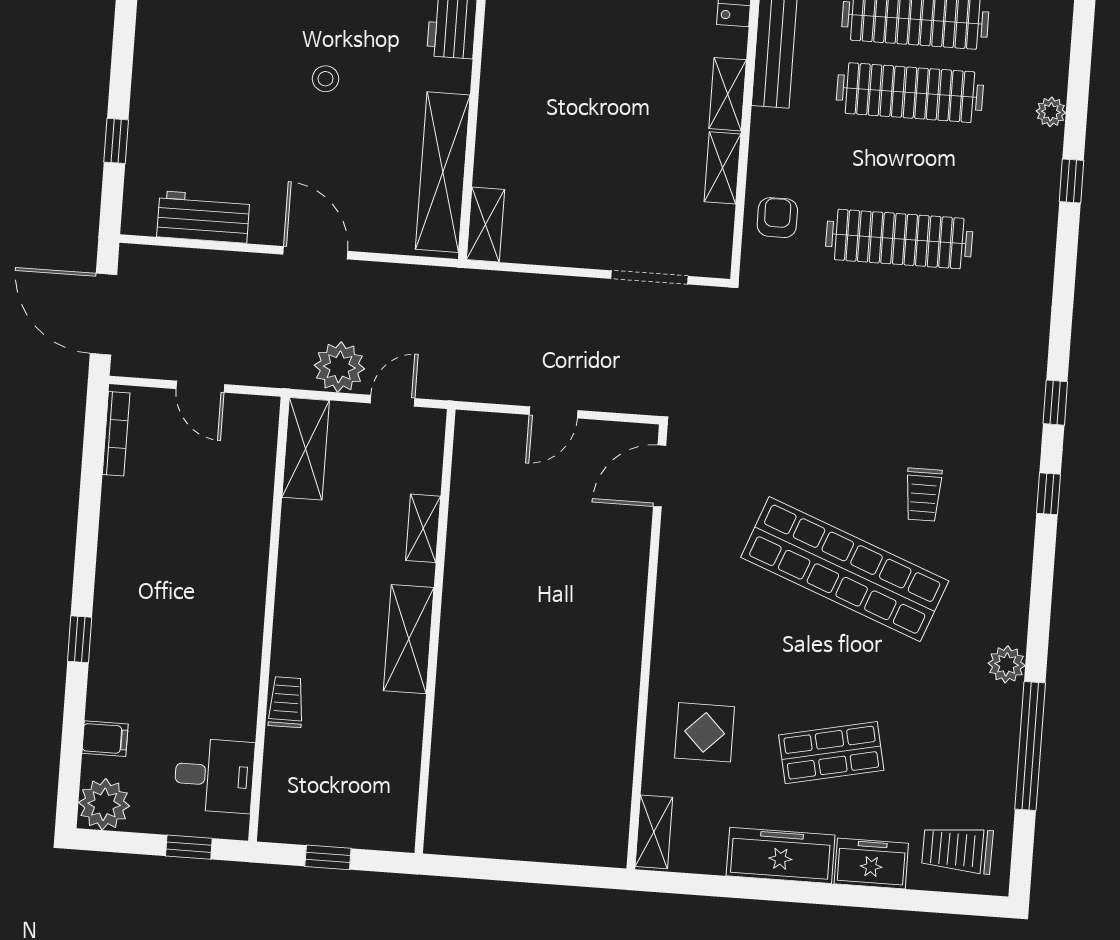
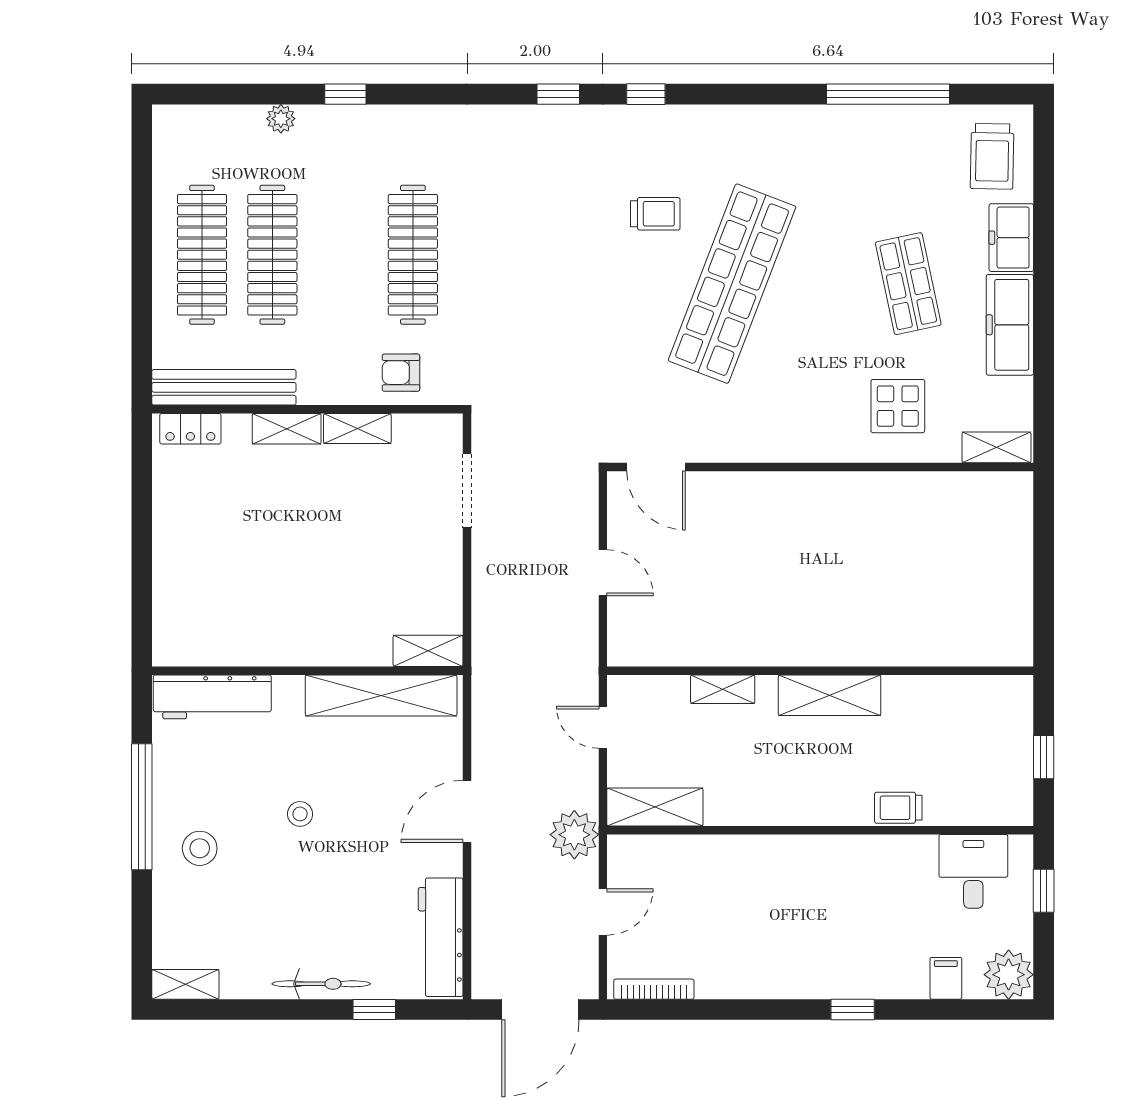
bicycle: (147, 88) -> (321, 984), added
workbench: (203, 217) -> (441, 937), width x1.38
plant: (339, 367) -> (574, 835), moved
plant: (1007, 664) -> (812, 122), removed

